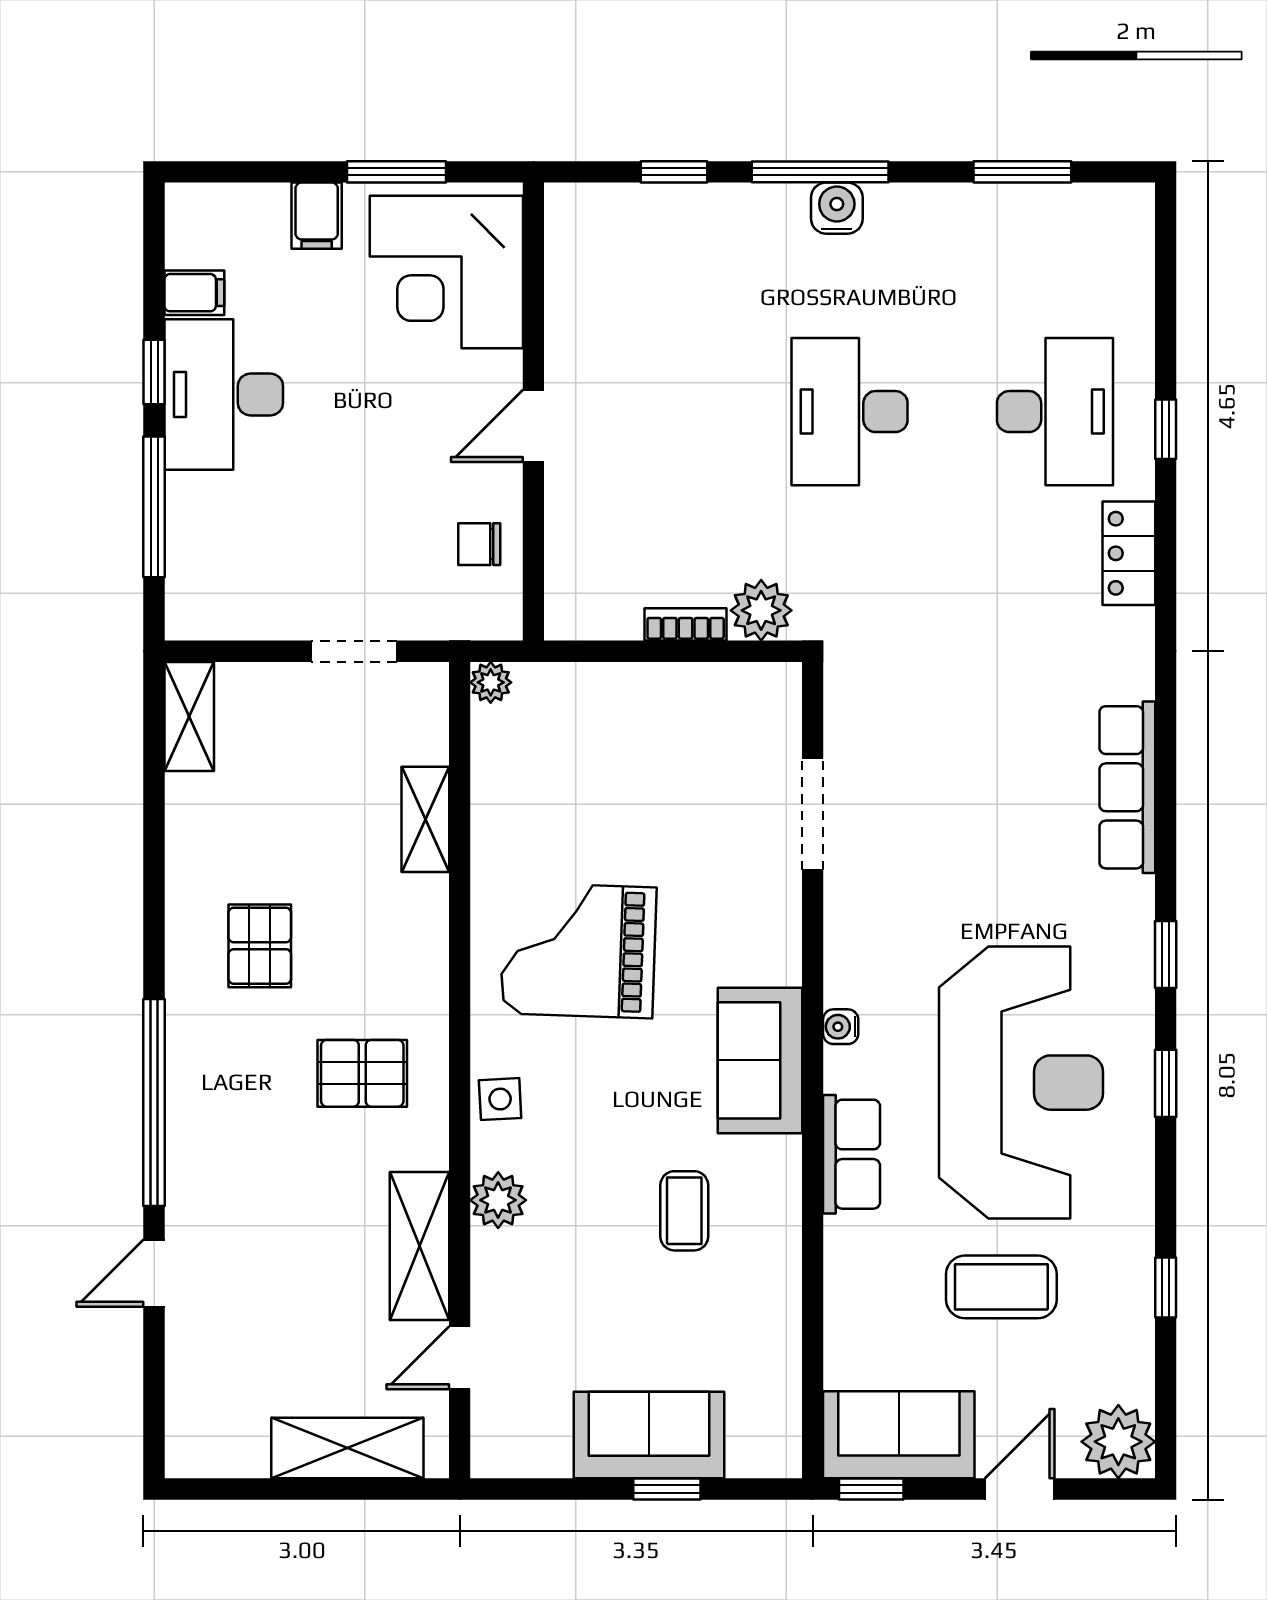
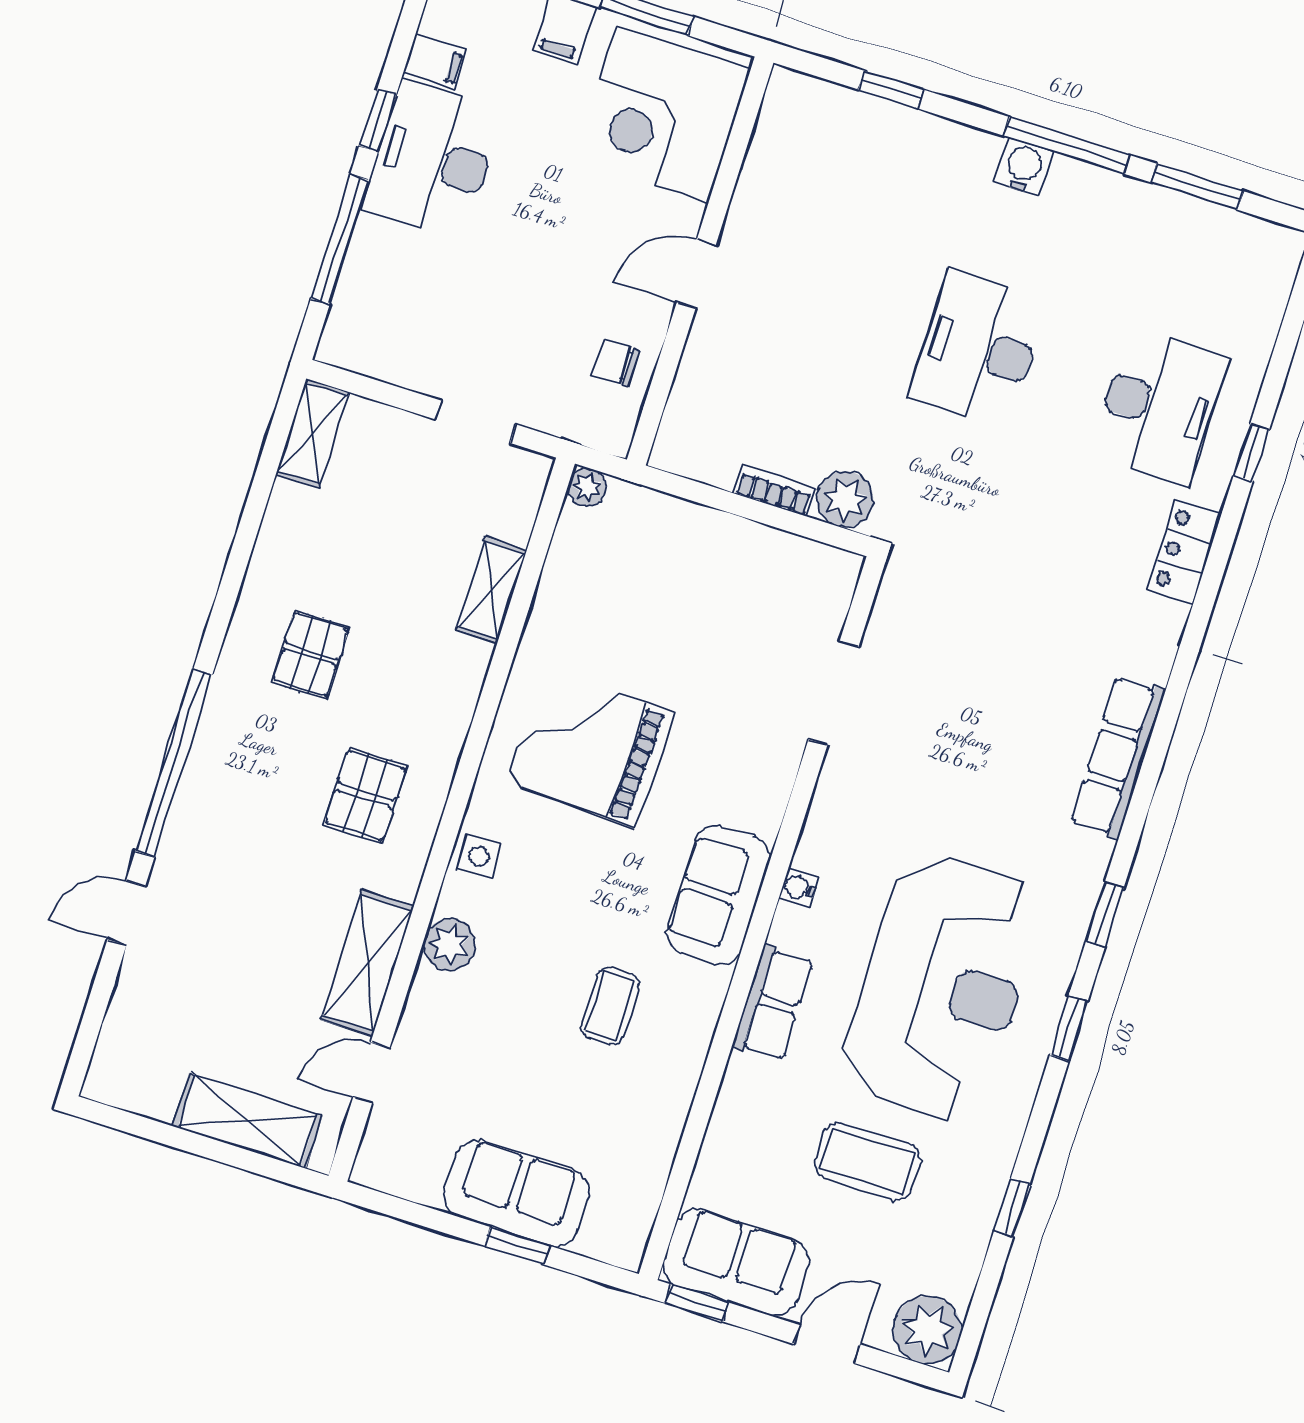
window: (820, 172) -> (1067, 145), moved
pallet: (362, 1073) -> (365, 795), turned 90

